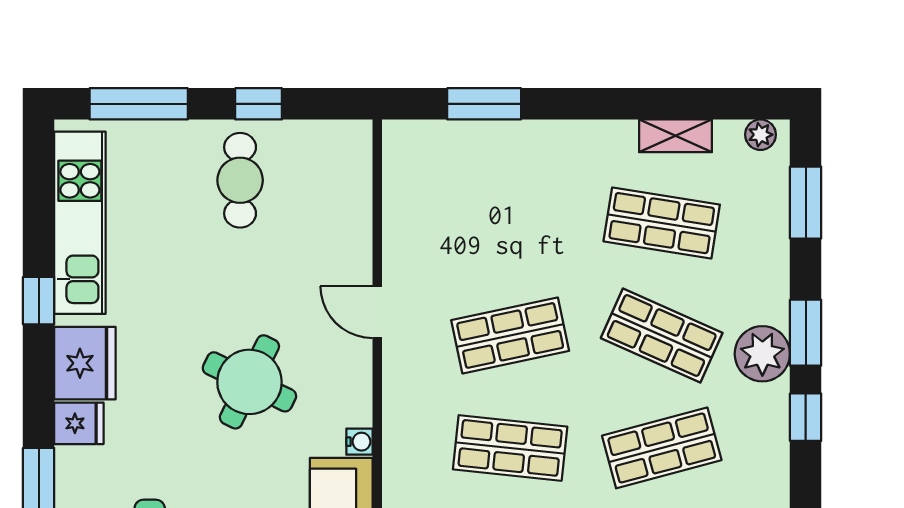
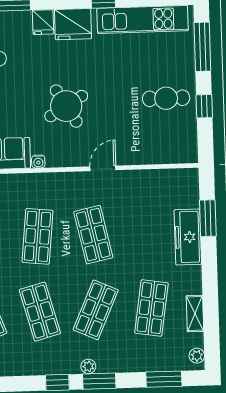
freezer: (521, 145) -> (188, 237), added
plant: (762, 354) -> (88, 366), width x0.53, depth x0.53
round table: (249, 382) -> (66, 106), turned 33

